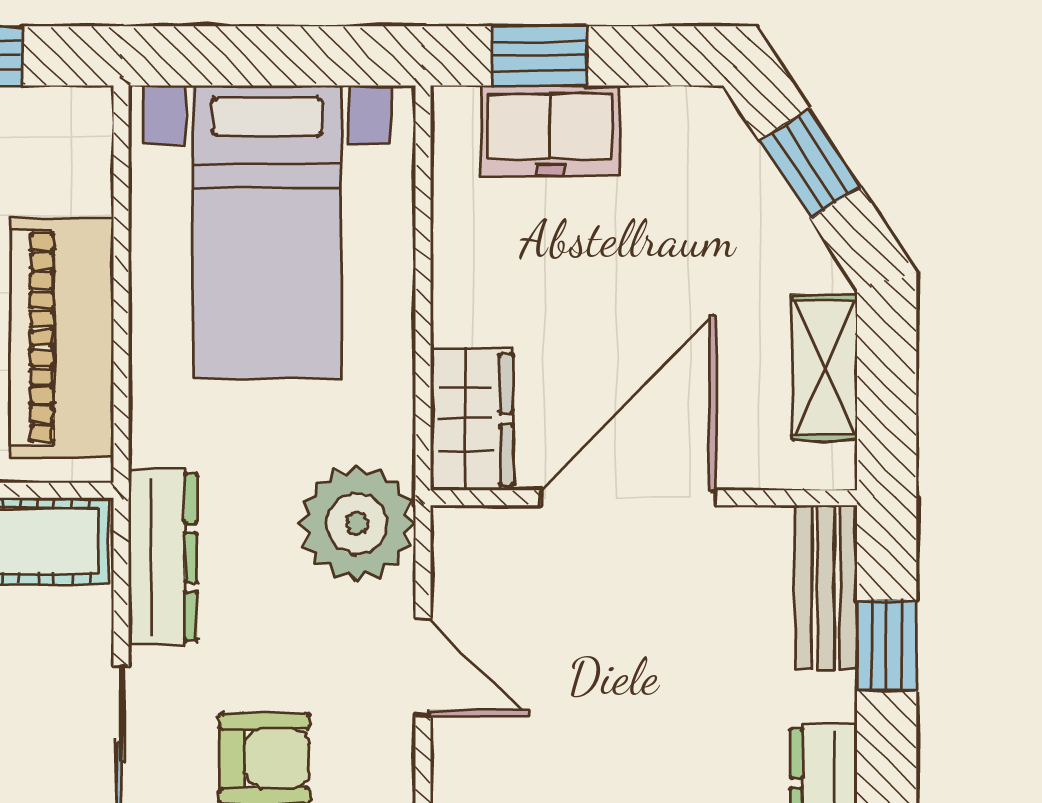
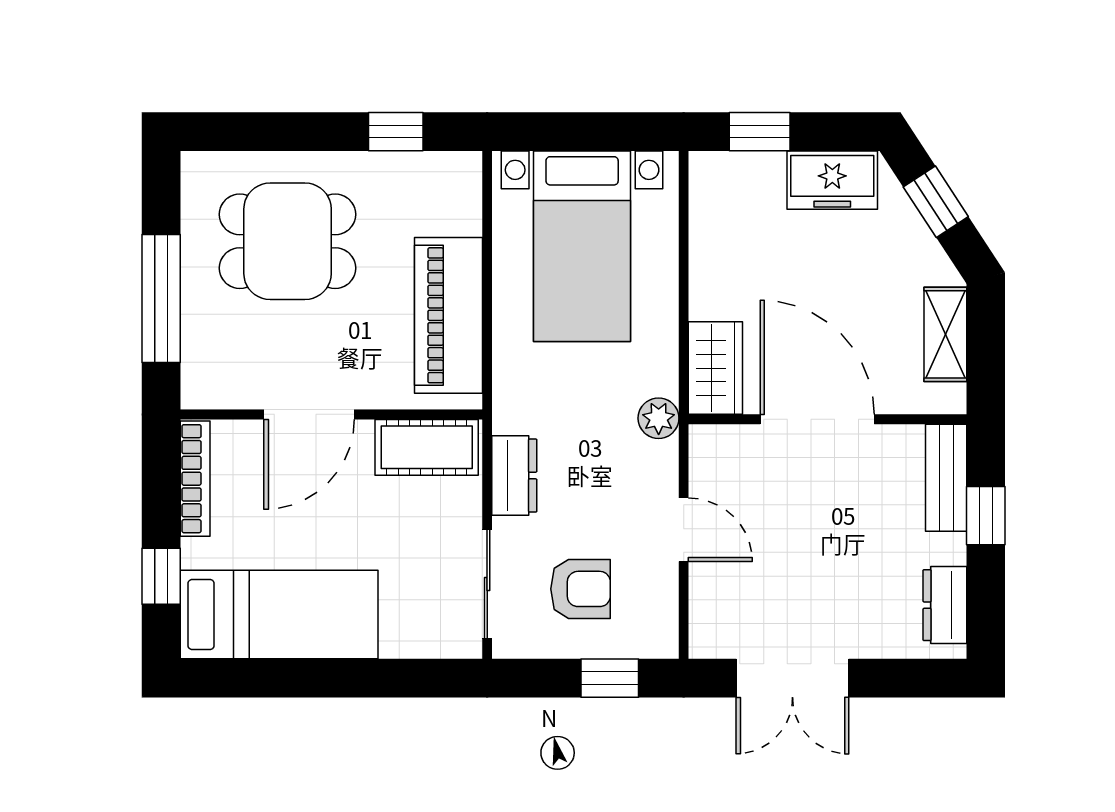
freezer: (550, 130) -> (832, 180), moved
door: (628, 498) -> (817, 419), hinge flipped
plant: (357, 523) -> (659, 418), width x0.53, depth x0.53
dresser: (163, 557) -> (514, 476), width x0.70

